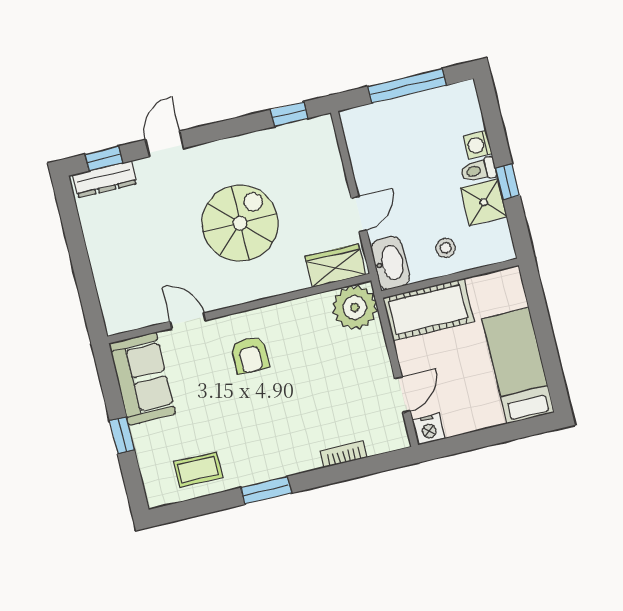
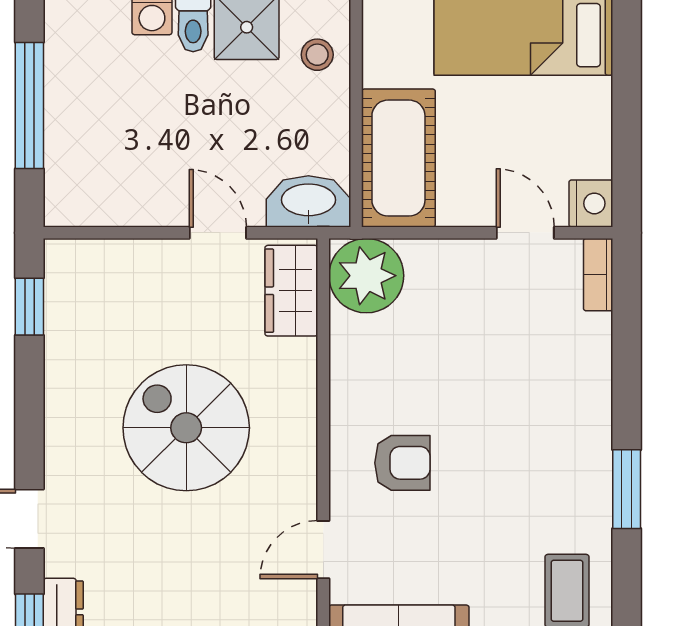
stool: (446, 248) -> (317, 55), moved
bookcase: (343, 454) -> (598, 275), moved

